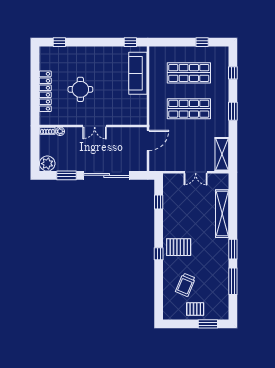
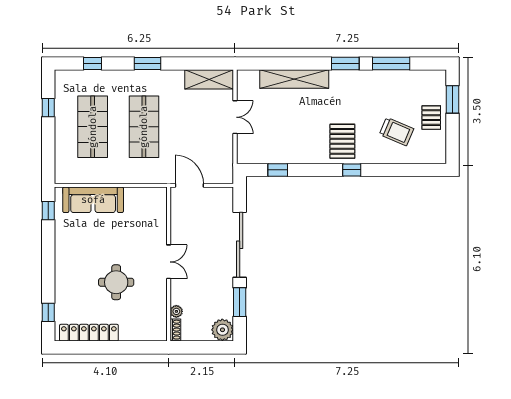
locker: (45, 91) -> (89, 333), moved

